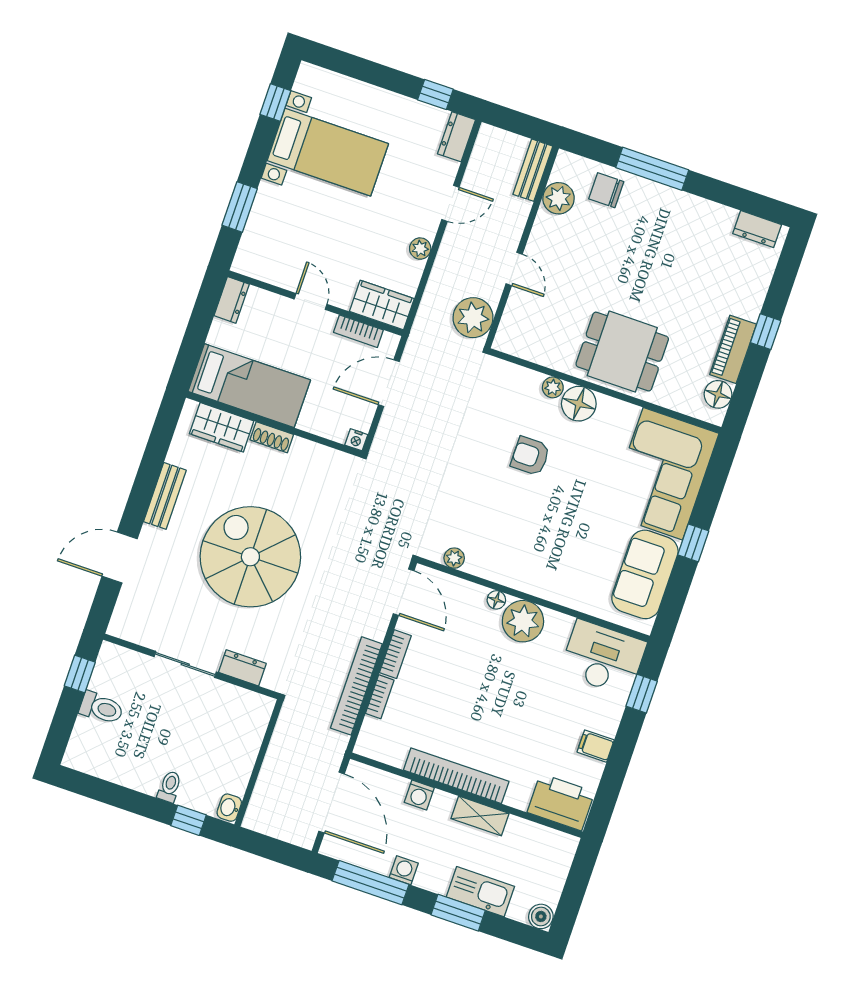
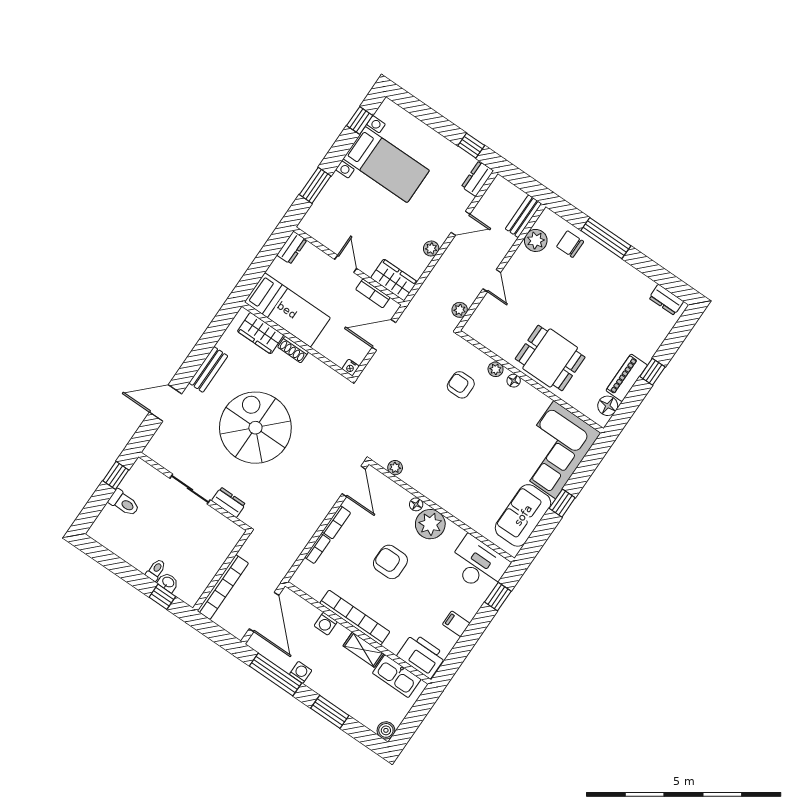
plant: (473, 318) -> (460, 310), width x0.53, depth x0.53
floor lamp: (579, 404) -> (514, 381), width x0.53, depth x0.53
armchair: (530, 456) -> (461, 385), moved
bookcase: (356, 686) -> (223, 587), moved, turned 180
armchair: (483, 687) -> (390, 562), added
washbasin: (229, 808) -> (168, 582), moved, turned 90
kitchen sink: (480, 892) -> (397, 676), moved, turned 180

